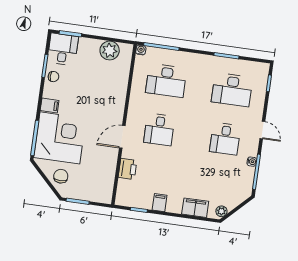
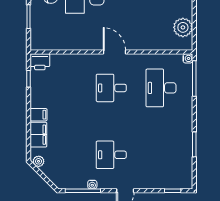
desk: (232, 90) -> (161, 155), removed
door: (122, 137) -> (114, 52), moved
printer: (128, 169) -> (40, 62), moved
filing cabinet: (160, 203) -> (38, 115), moved

